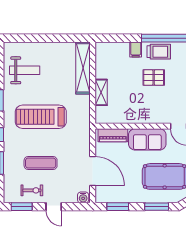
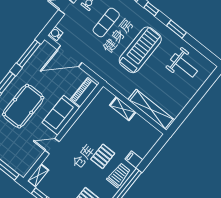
trolley: (159, 52) -> (119, 175), turned 180
weight bench: (25, 70) -> (184, 65), turned -90
window: (118, 207) -> (28, 54), width x1.44

